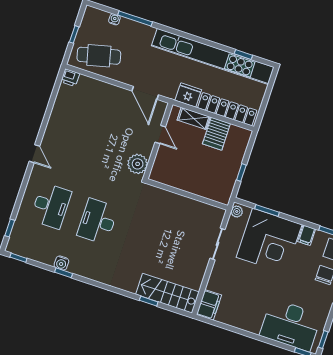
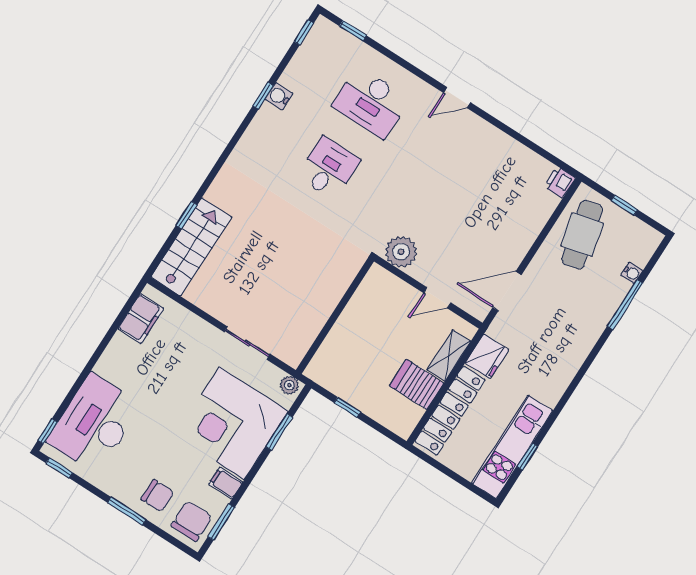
kitchen unit: (213, 56) -> (512, 447), width x0.54
desk: (98, 221) -> (329, 168), width x0.73
filing cabinet: (209, 305) -> (141, 319), moved, turned -90

